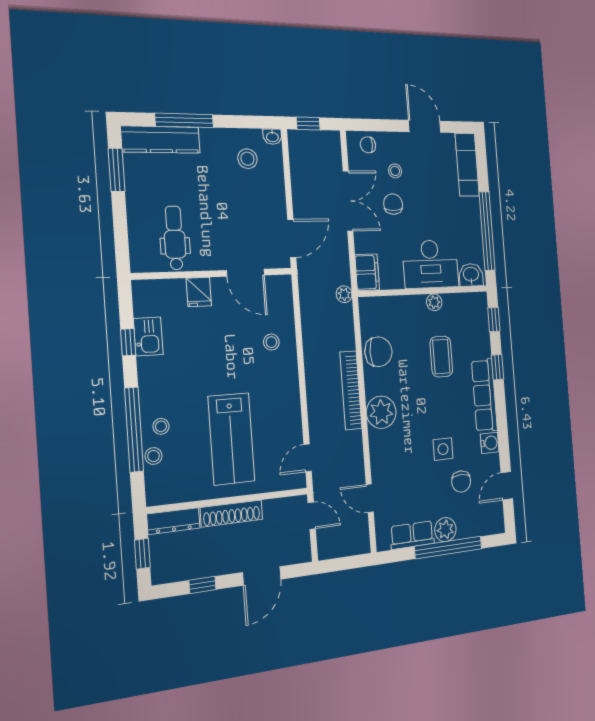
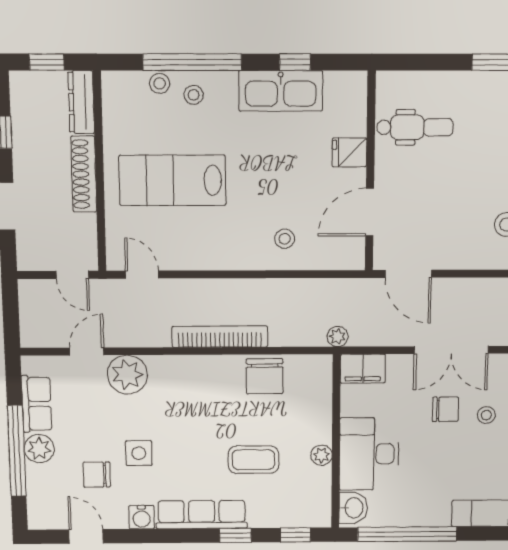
kitchen sink: (148, 336) -> (281, 91), width x1.88, depth x1.24
plant: (381, 412) -> (127, 375), moved
door: (312, 516) -> (72, 275), hinge flipped

